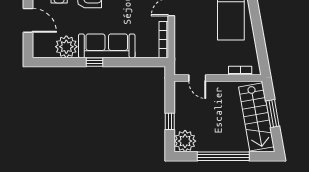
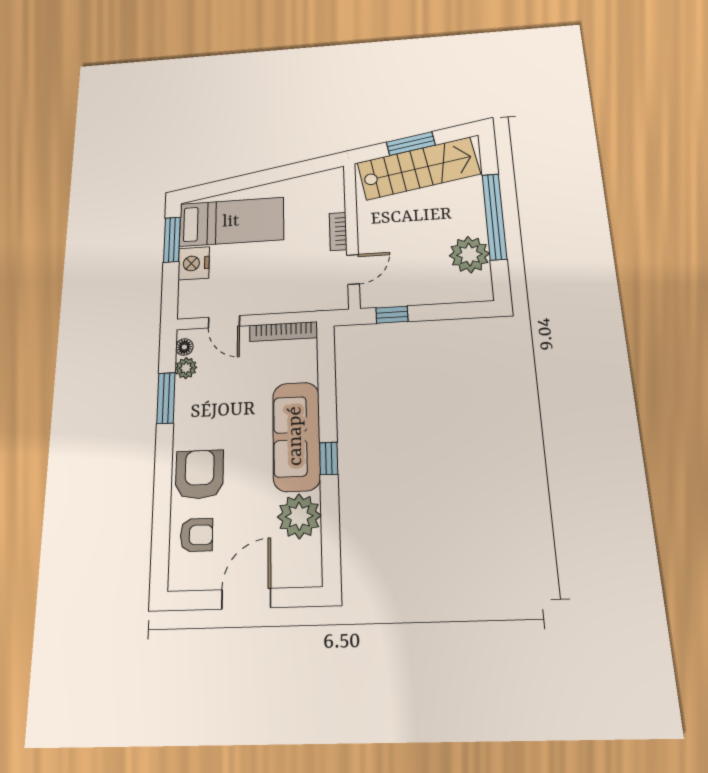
bookcase: (240, 71) -> (338, 231), moved
window: (170, 121) -> (392, 315), moved
plant: (185, 141) -> (469, 255), moved

